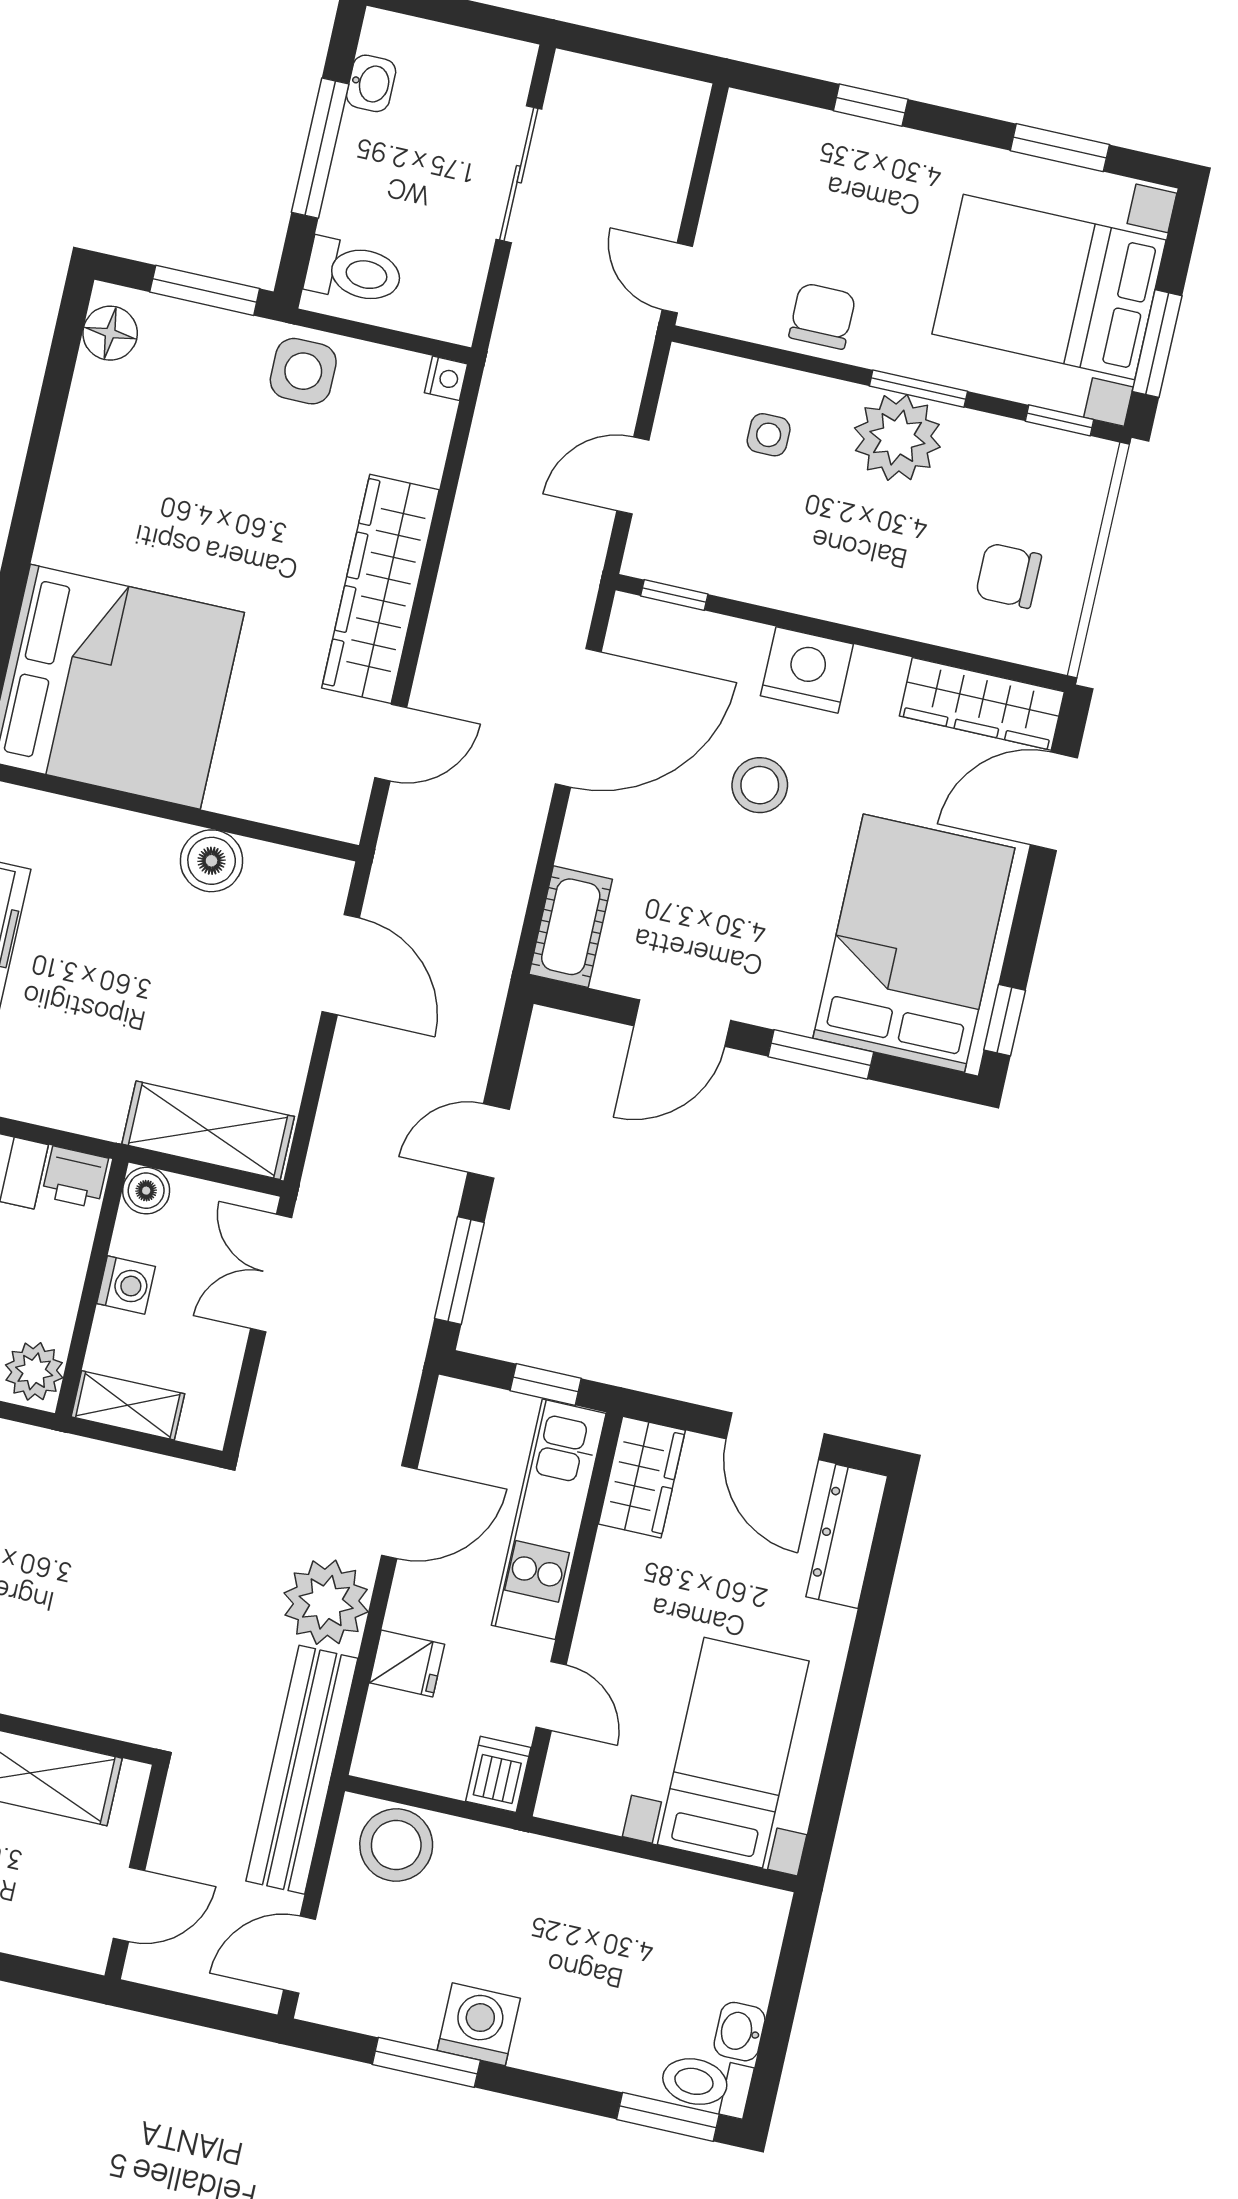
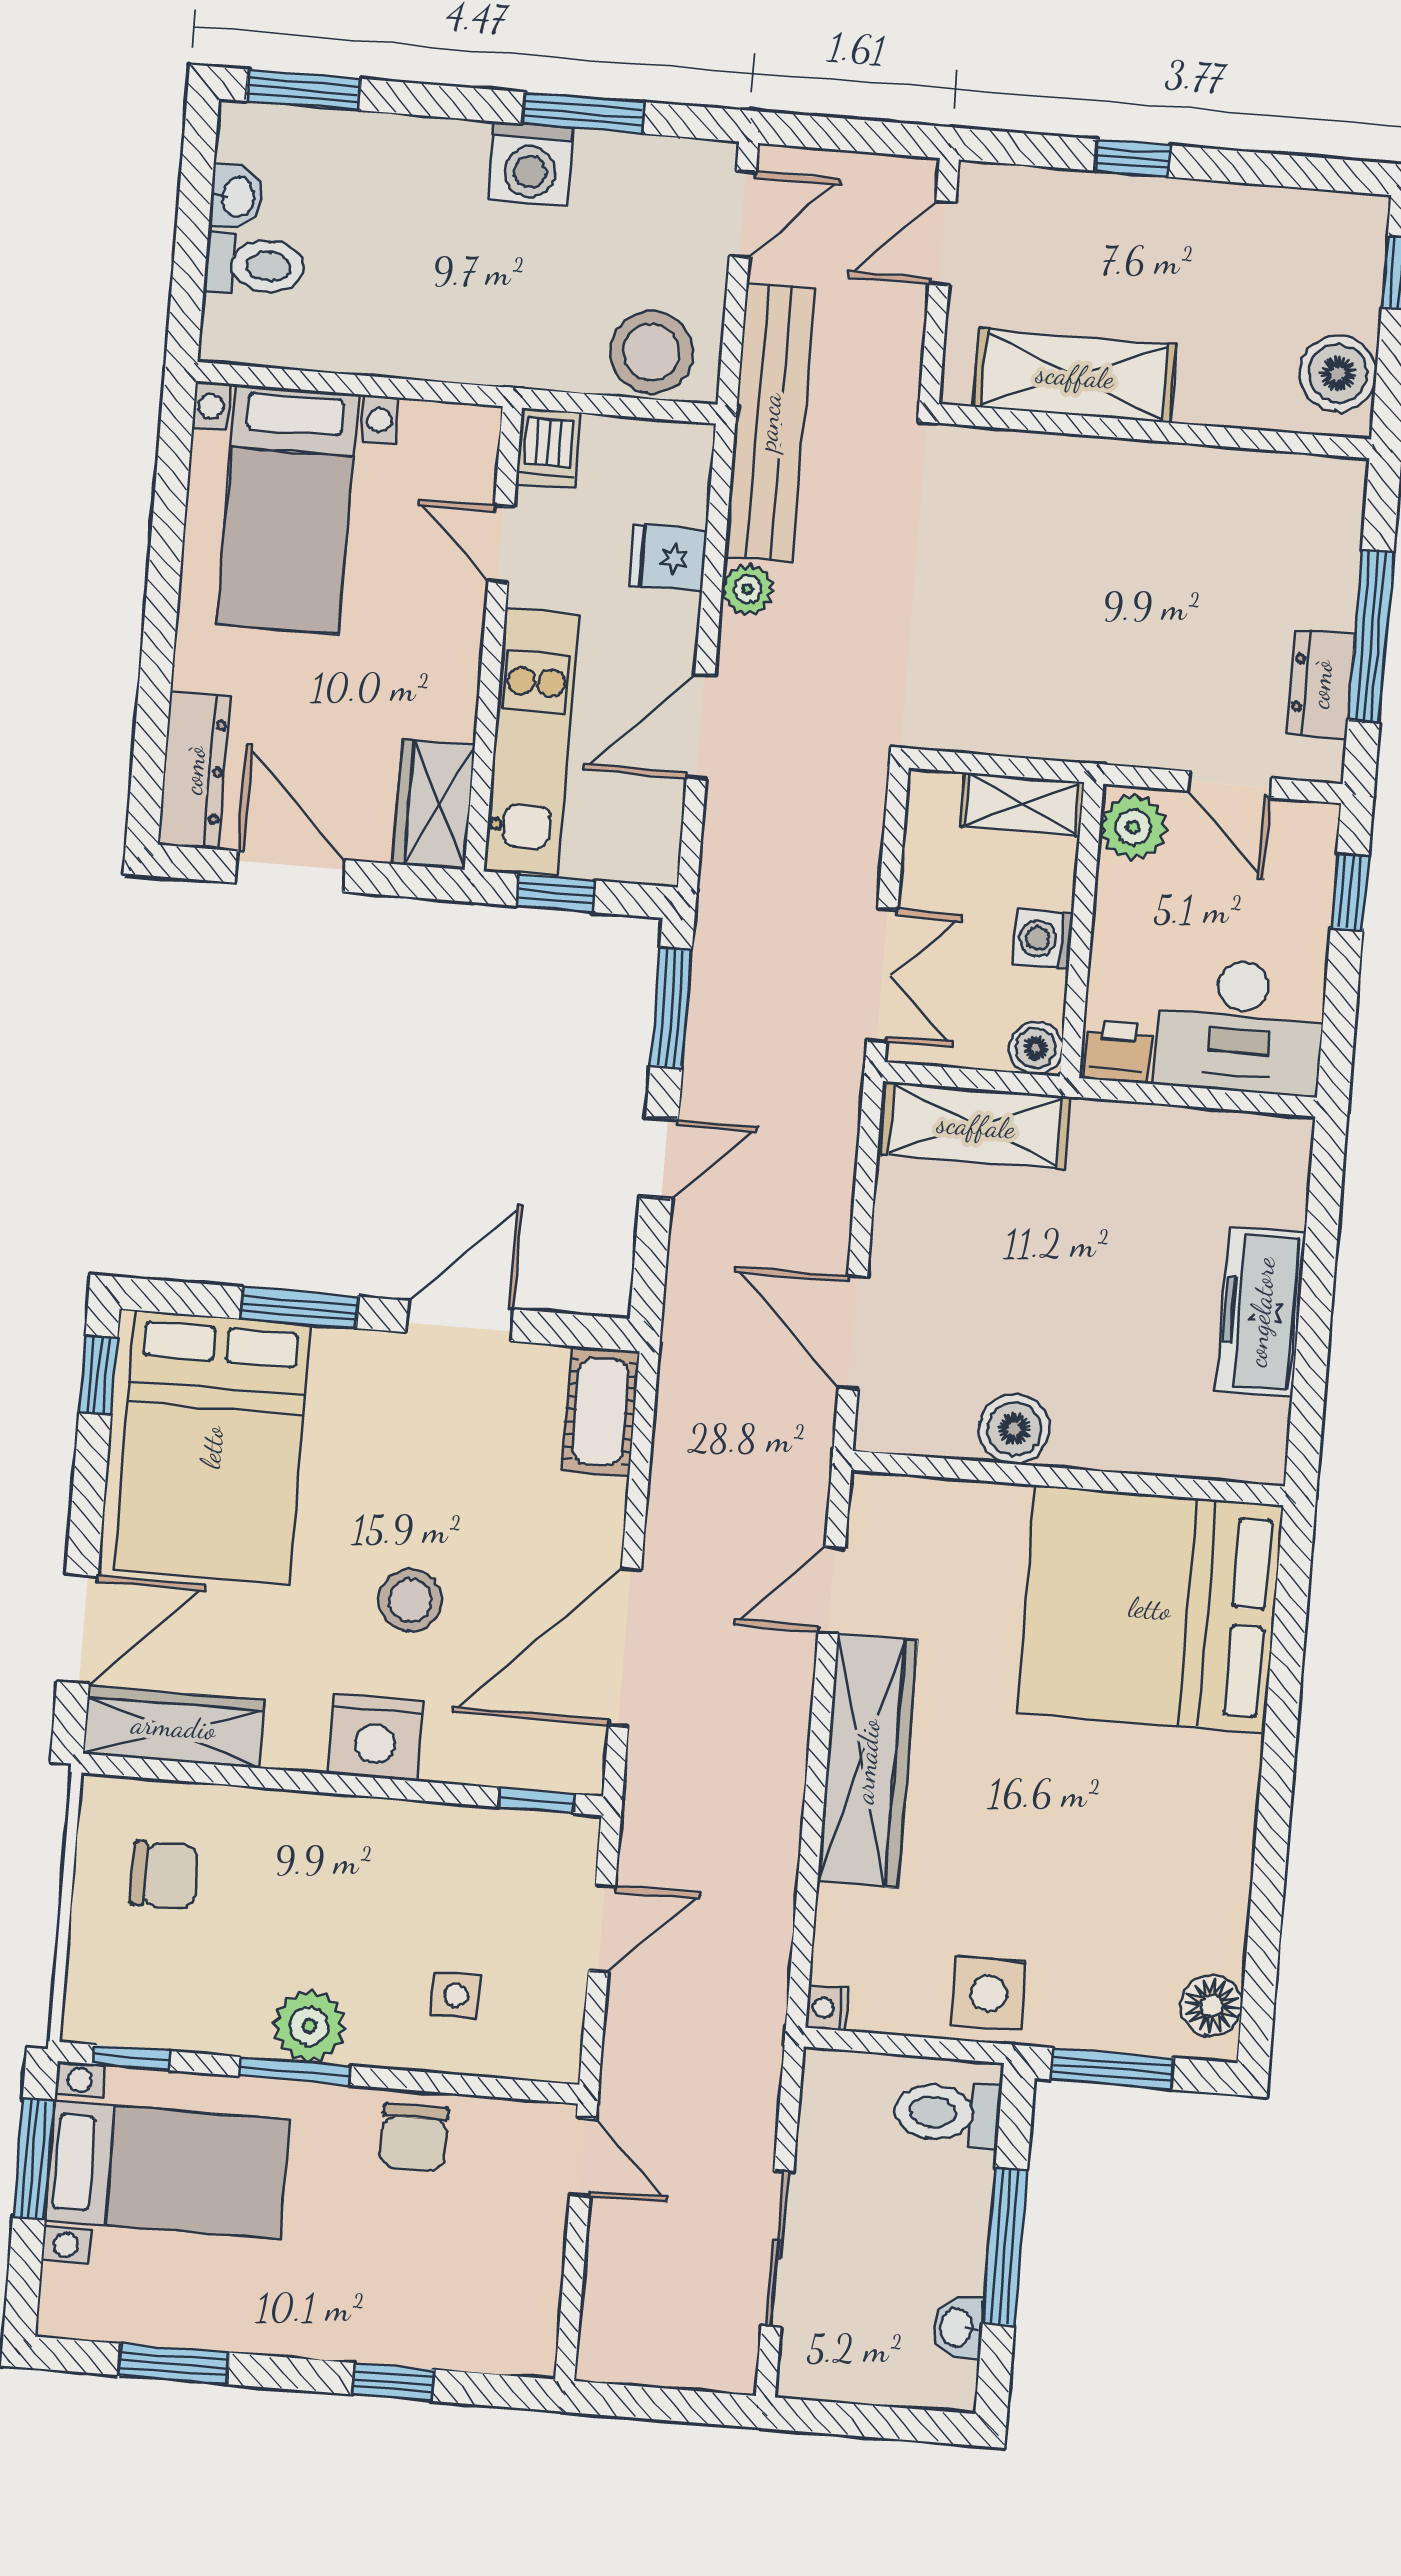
bed with nightstands: (1049, 287) -> (167, 2170), width x0.73
plant: (897, 438) -> (309, 2026), width x0.73, depth x0.73
plant: (326, 1602) -> (748, 589), width x0.53, depth x0.53
toilet: (706, 2084) -> (255, 265), moved

